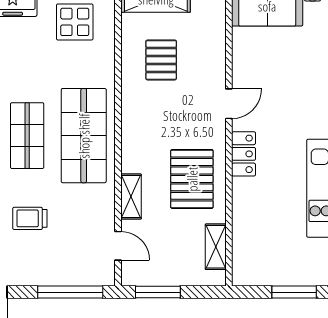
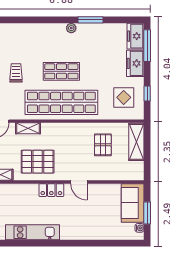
pallet: (161, 60) -> (103, 145), turned 90
shop shelf: (84, 136) -> (61, 102), width x1.40

